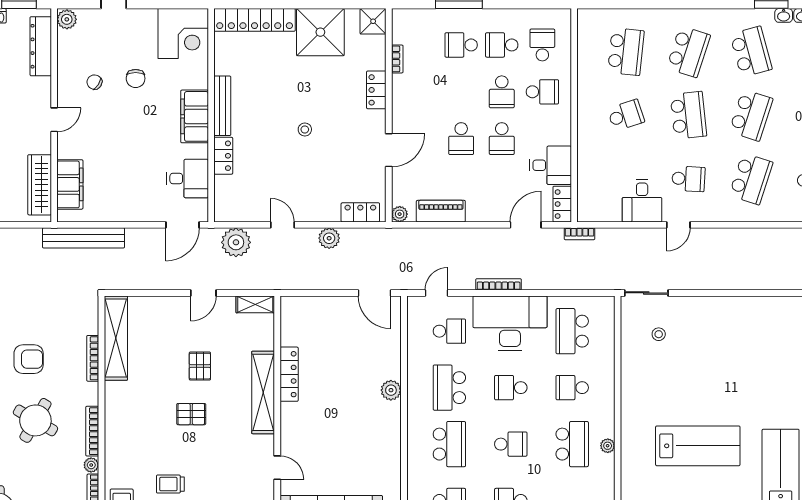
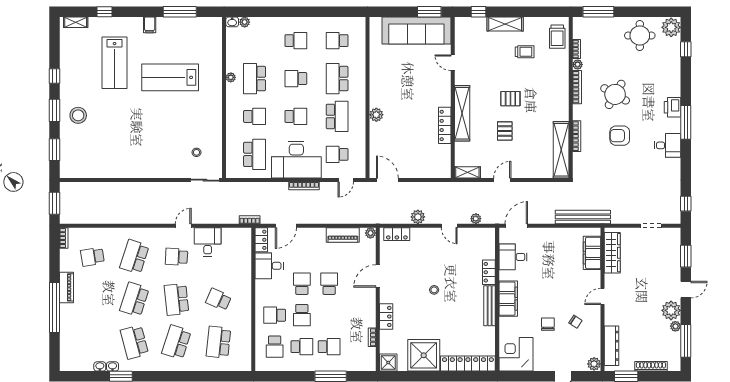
school desk: (502, 92) -> (302, 315), turned 180
school desk: (626, 115) -> (219, 299), turned 42
plant: (236, 242) -> (476, 219), width x0.53, depth x0.53

